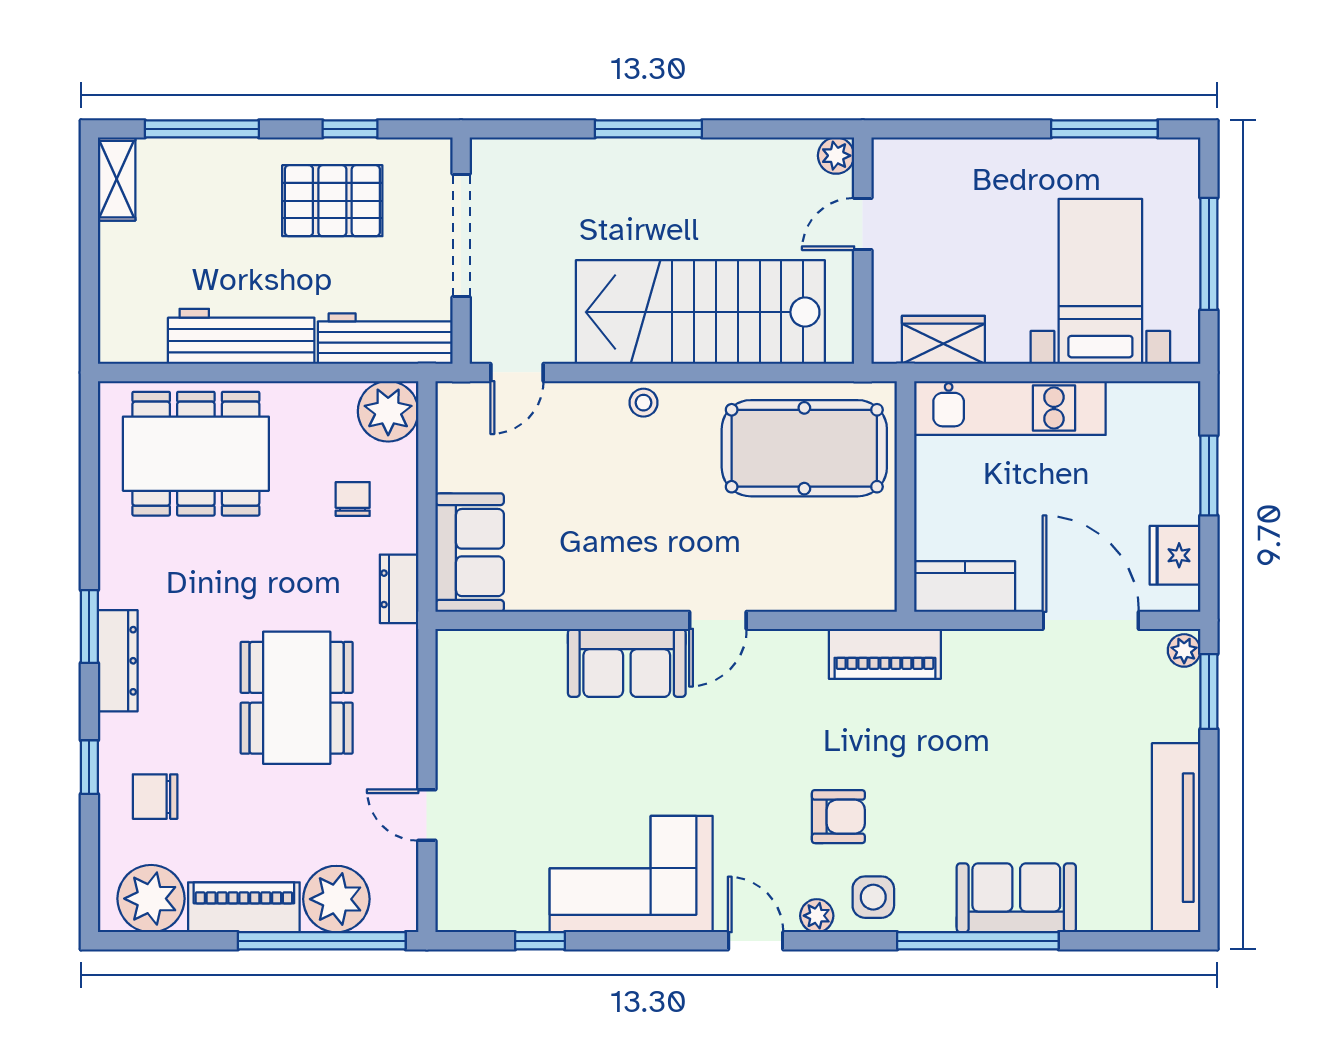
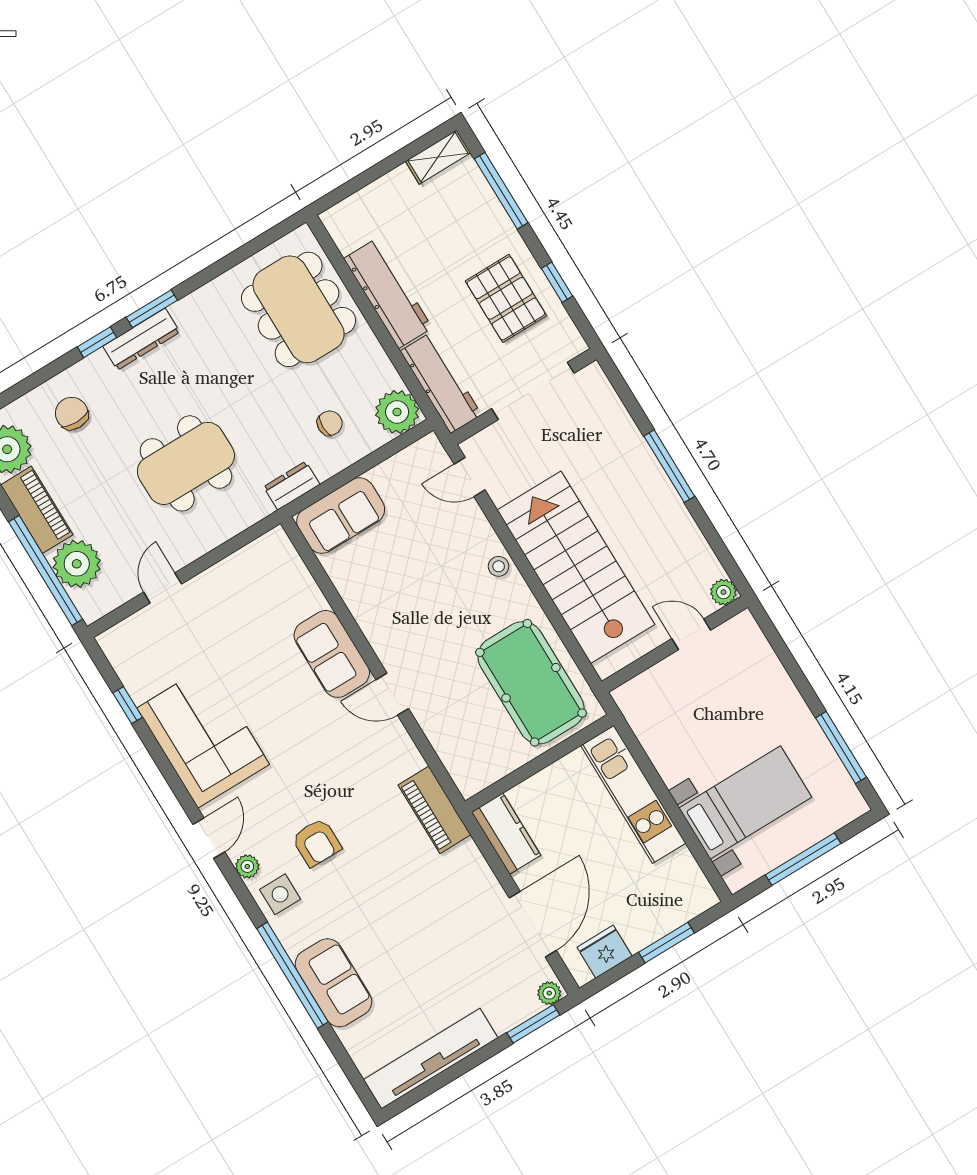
wardrobe: (943, 340) -> (650, 728), removed
window: (89, 767) -> (97, 342), moved

